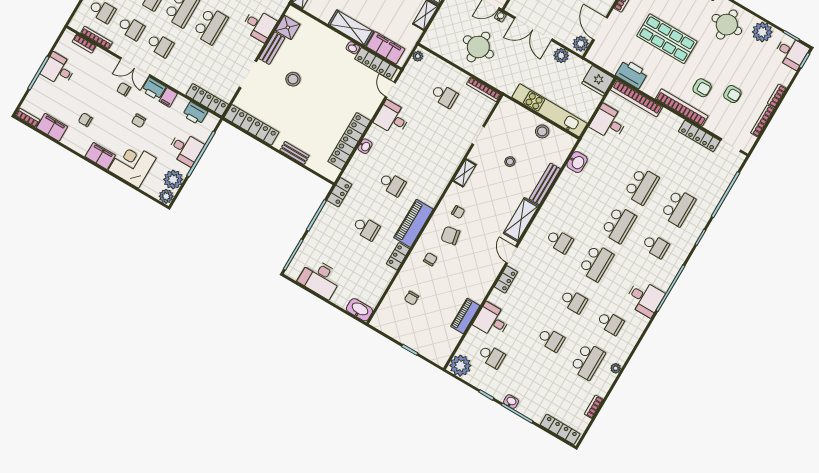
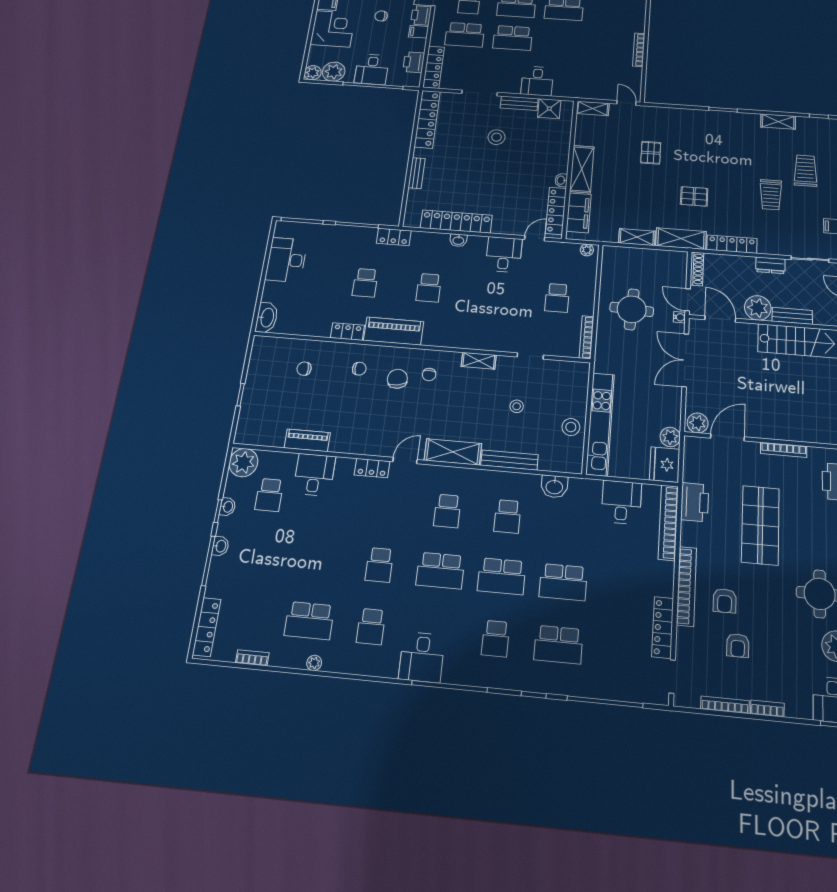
plant: (561, 55) -> (670, 437), moved
school desk: (189, 62) -> (465, 35), added
school desk: (551, 340) -> (507, 516), moved
washbasin: (486, 387) -> (228, 507), added

